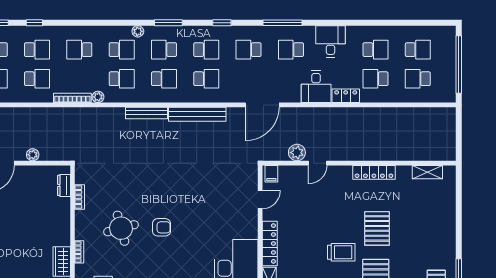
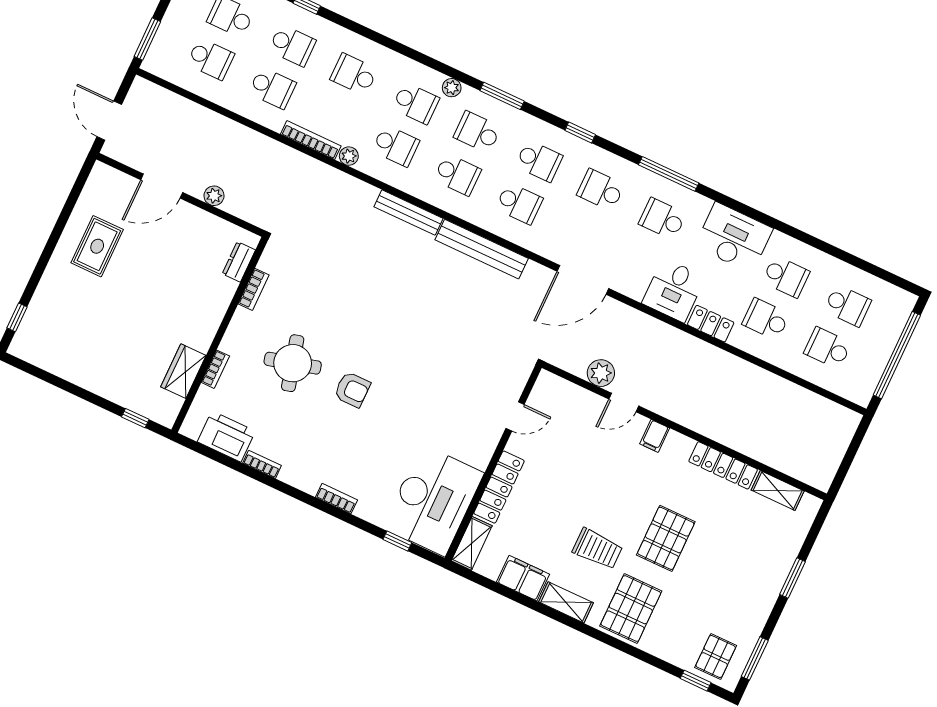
desk: (331, 41) -> (734, 238), width x1.37
locker: (374, 172) -> (723, 465), moved
filing cabinet: (271, 174) -> (655, 436), moved
window: (459, 217) -> (792, 578), added

